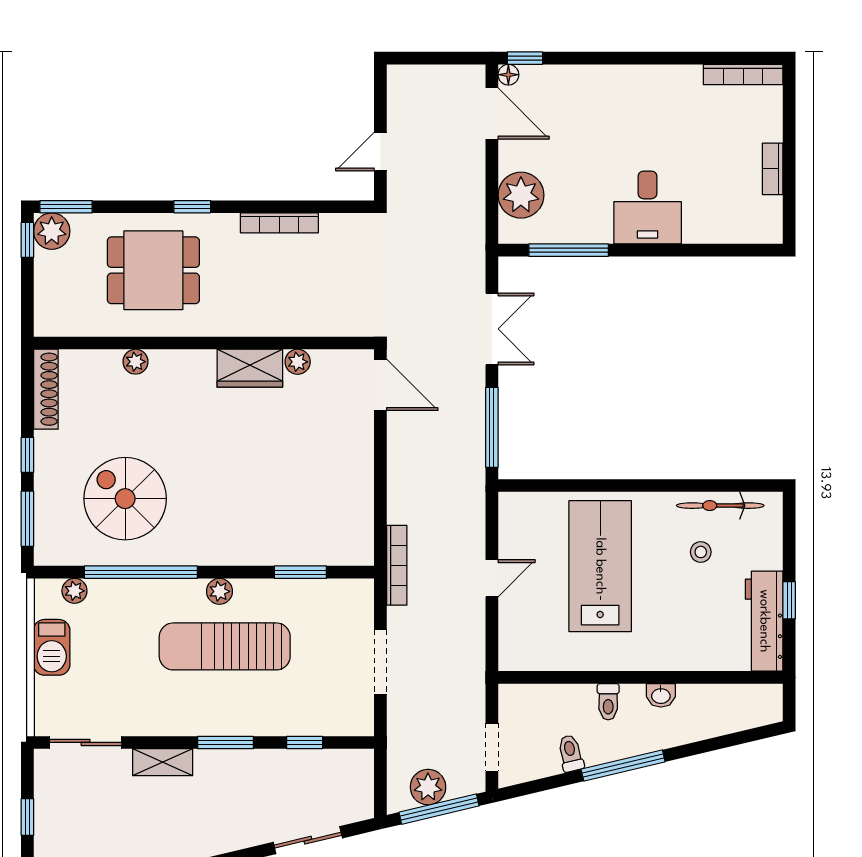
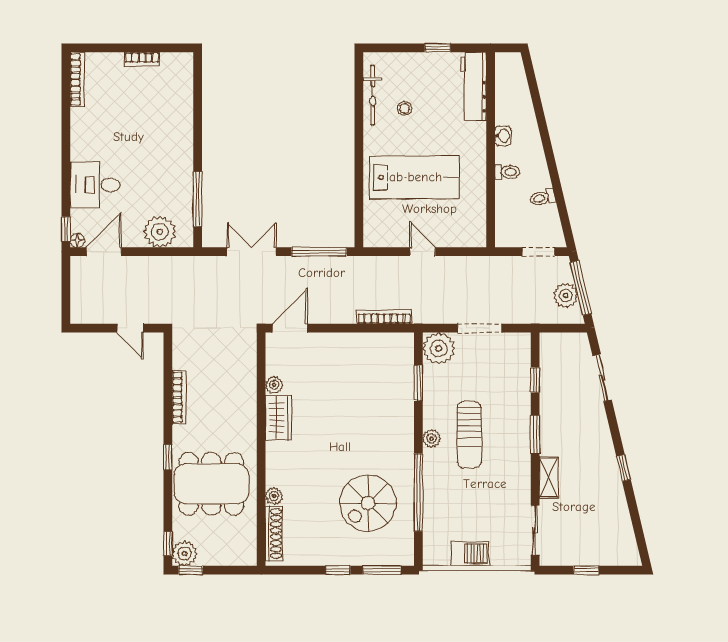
window: (66, 207) -> (168, 544), width x0.67
desk: (648, 208) -> (95, 185), moved, turned 180
dining table: (153, 270) -> (211, 484), width x1.38
shoe rack: (46, 389) -> (274, 534), moved, turned 90
bookcase: (397, 565) -> (384, 317), moved
lab bench: (600, 566) -> (414, 177), turned 180
plant: (74, 591) -> (439, 348), moved, width x1.88, depth x1.88
workbench: (764, 621) -> (473, 86), moved, turned 90
sun lounger: (225, 646) -> (469, 435), width x0.73, depth x0.75
window: (623, 765) -> (551, 162), removed

